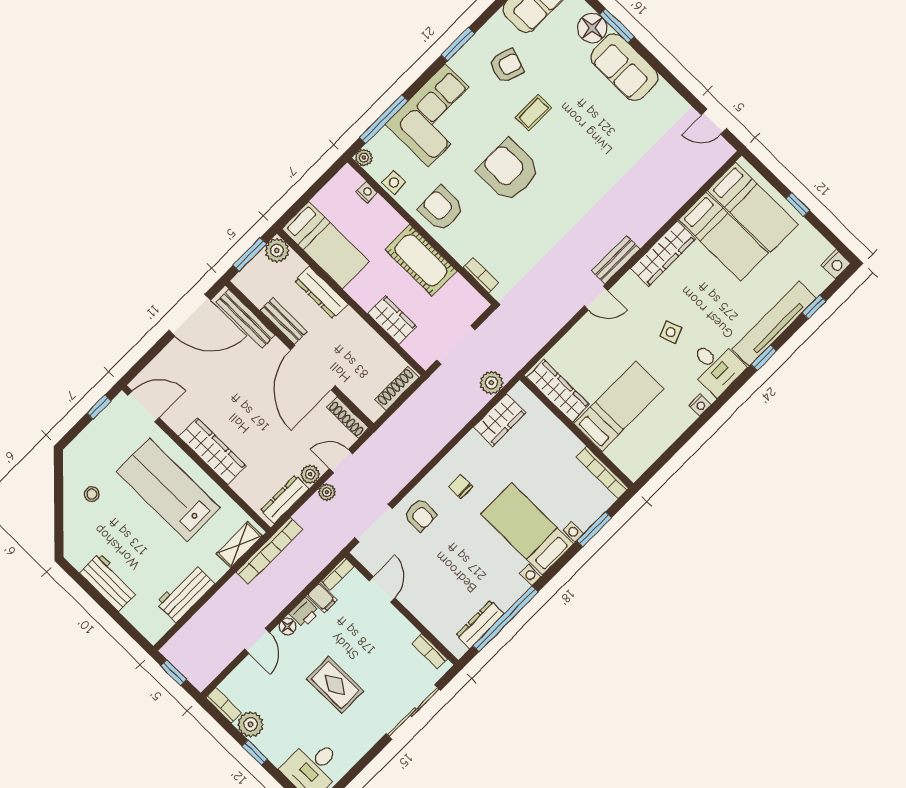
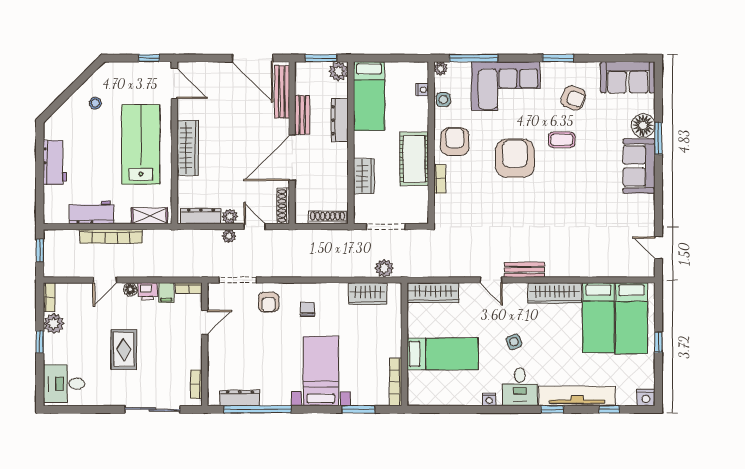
bookcase: (481, 275) -> (440, 179), moved
wardrobe: (558, 391) -> (433, 293), moved, turned 90
bookcase: (269, 551) -> (111, 236), moved

